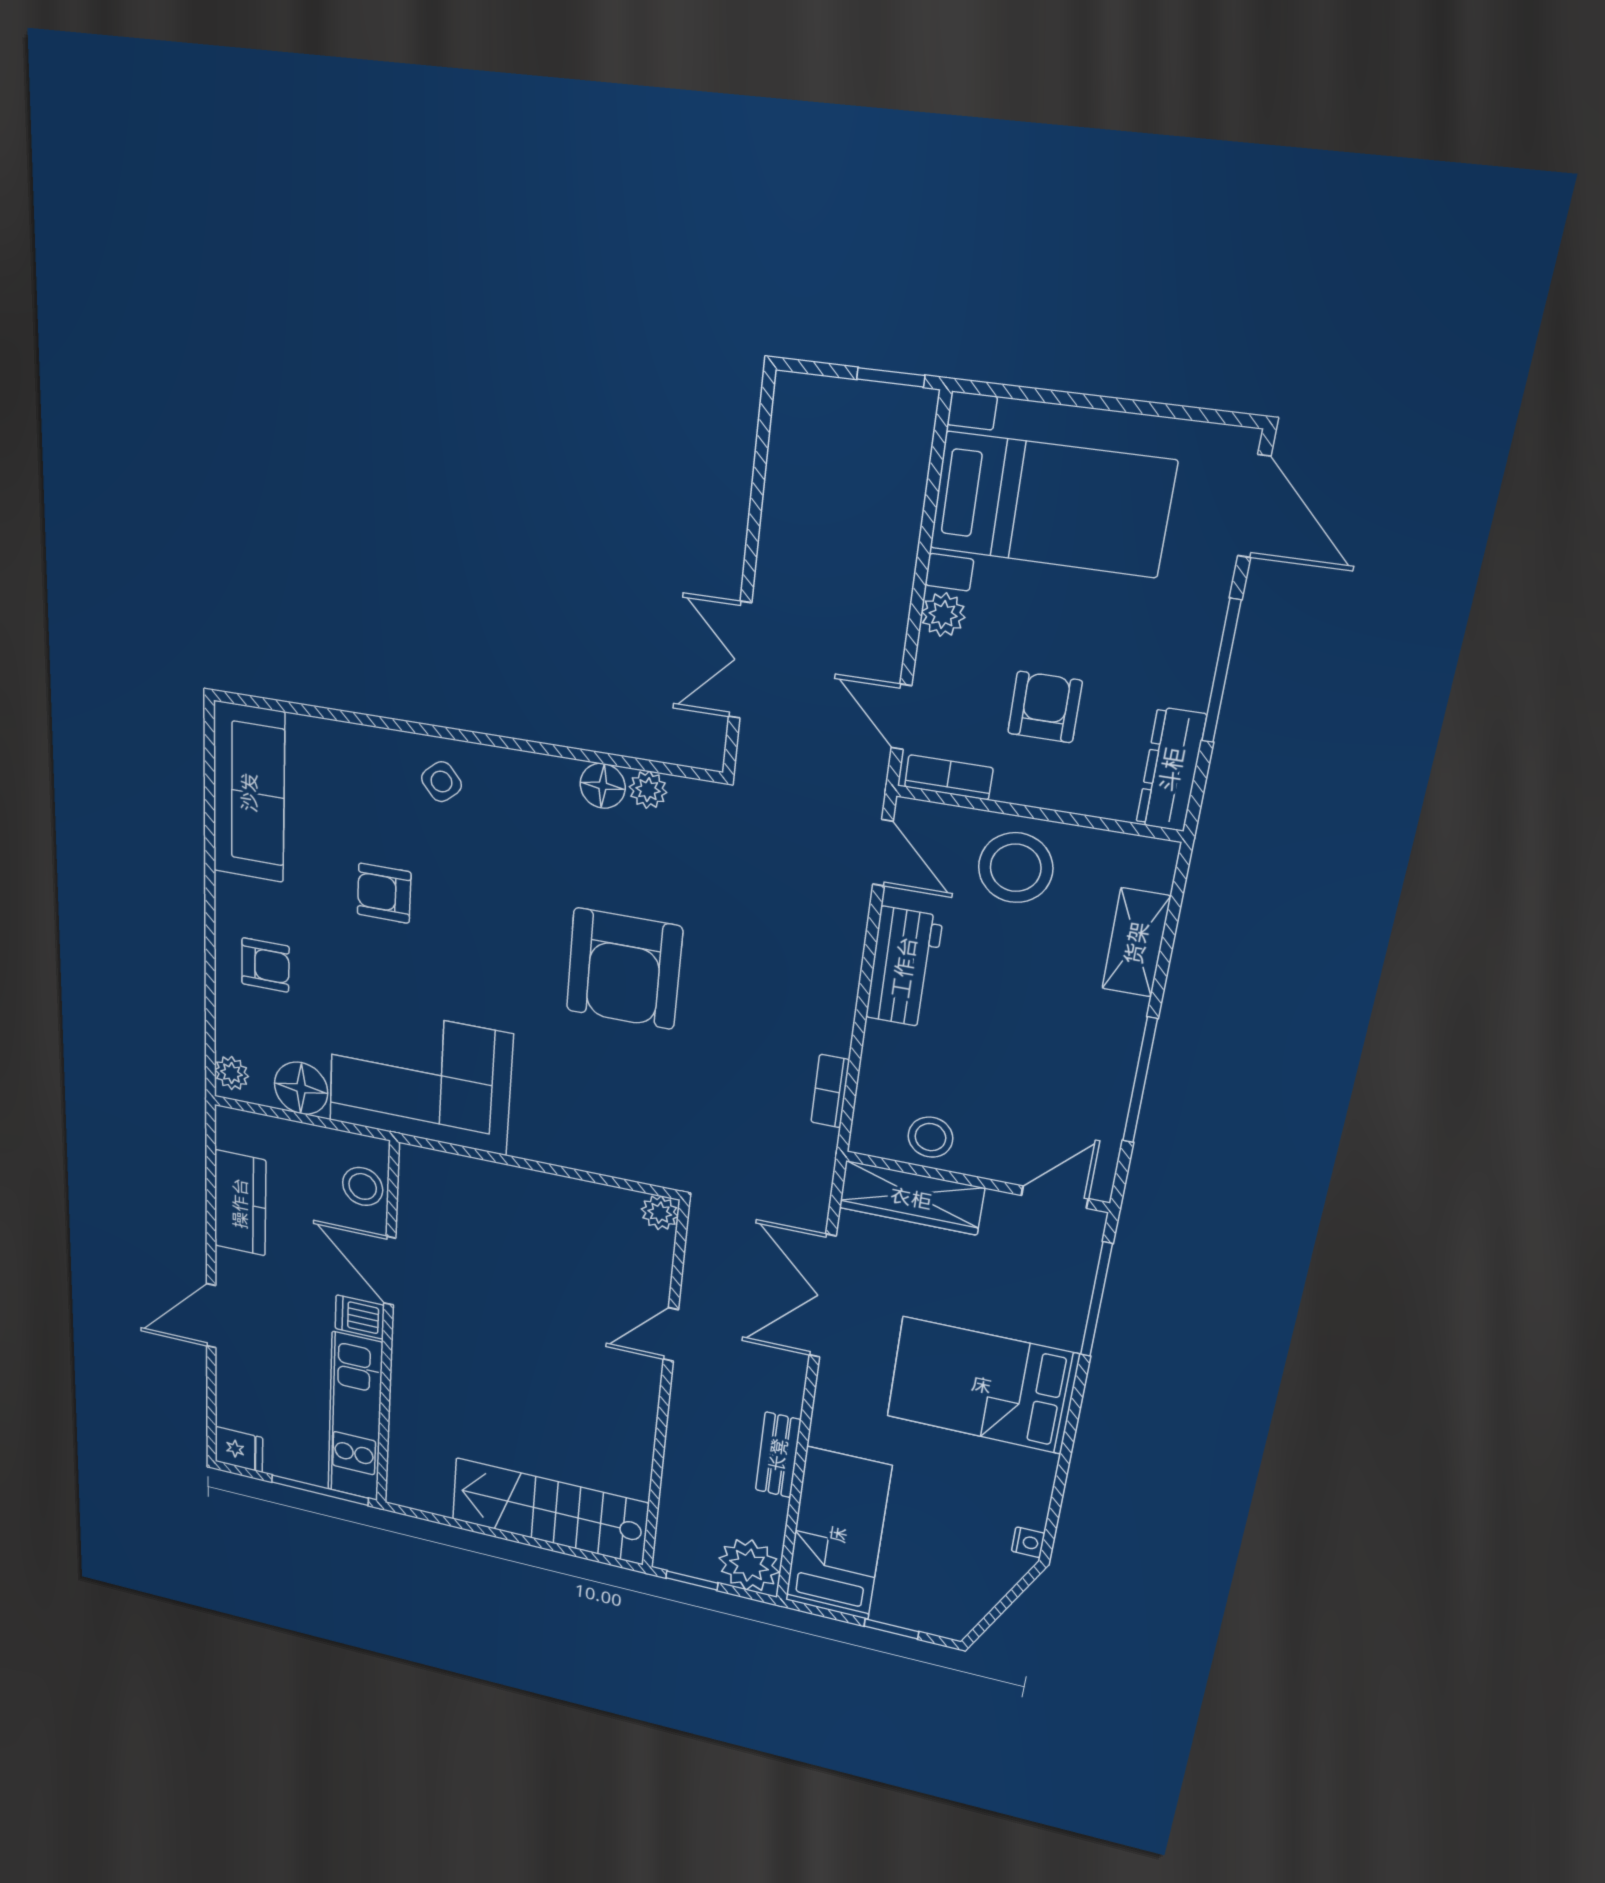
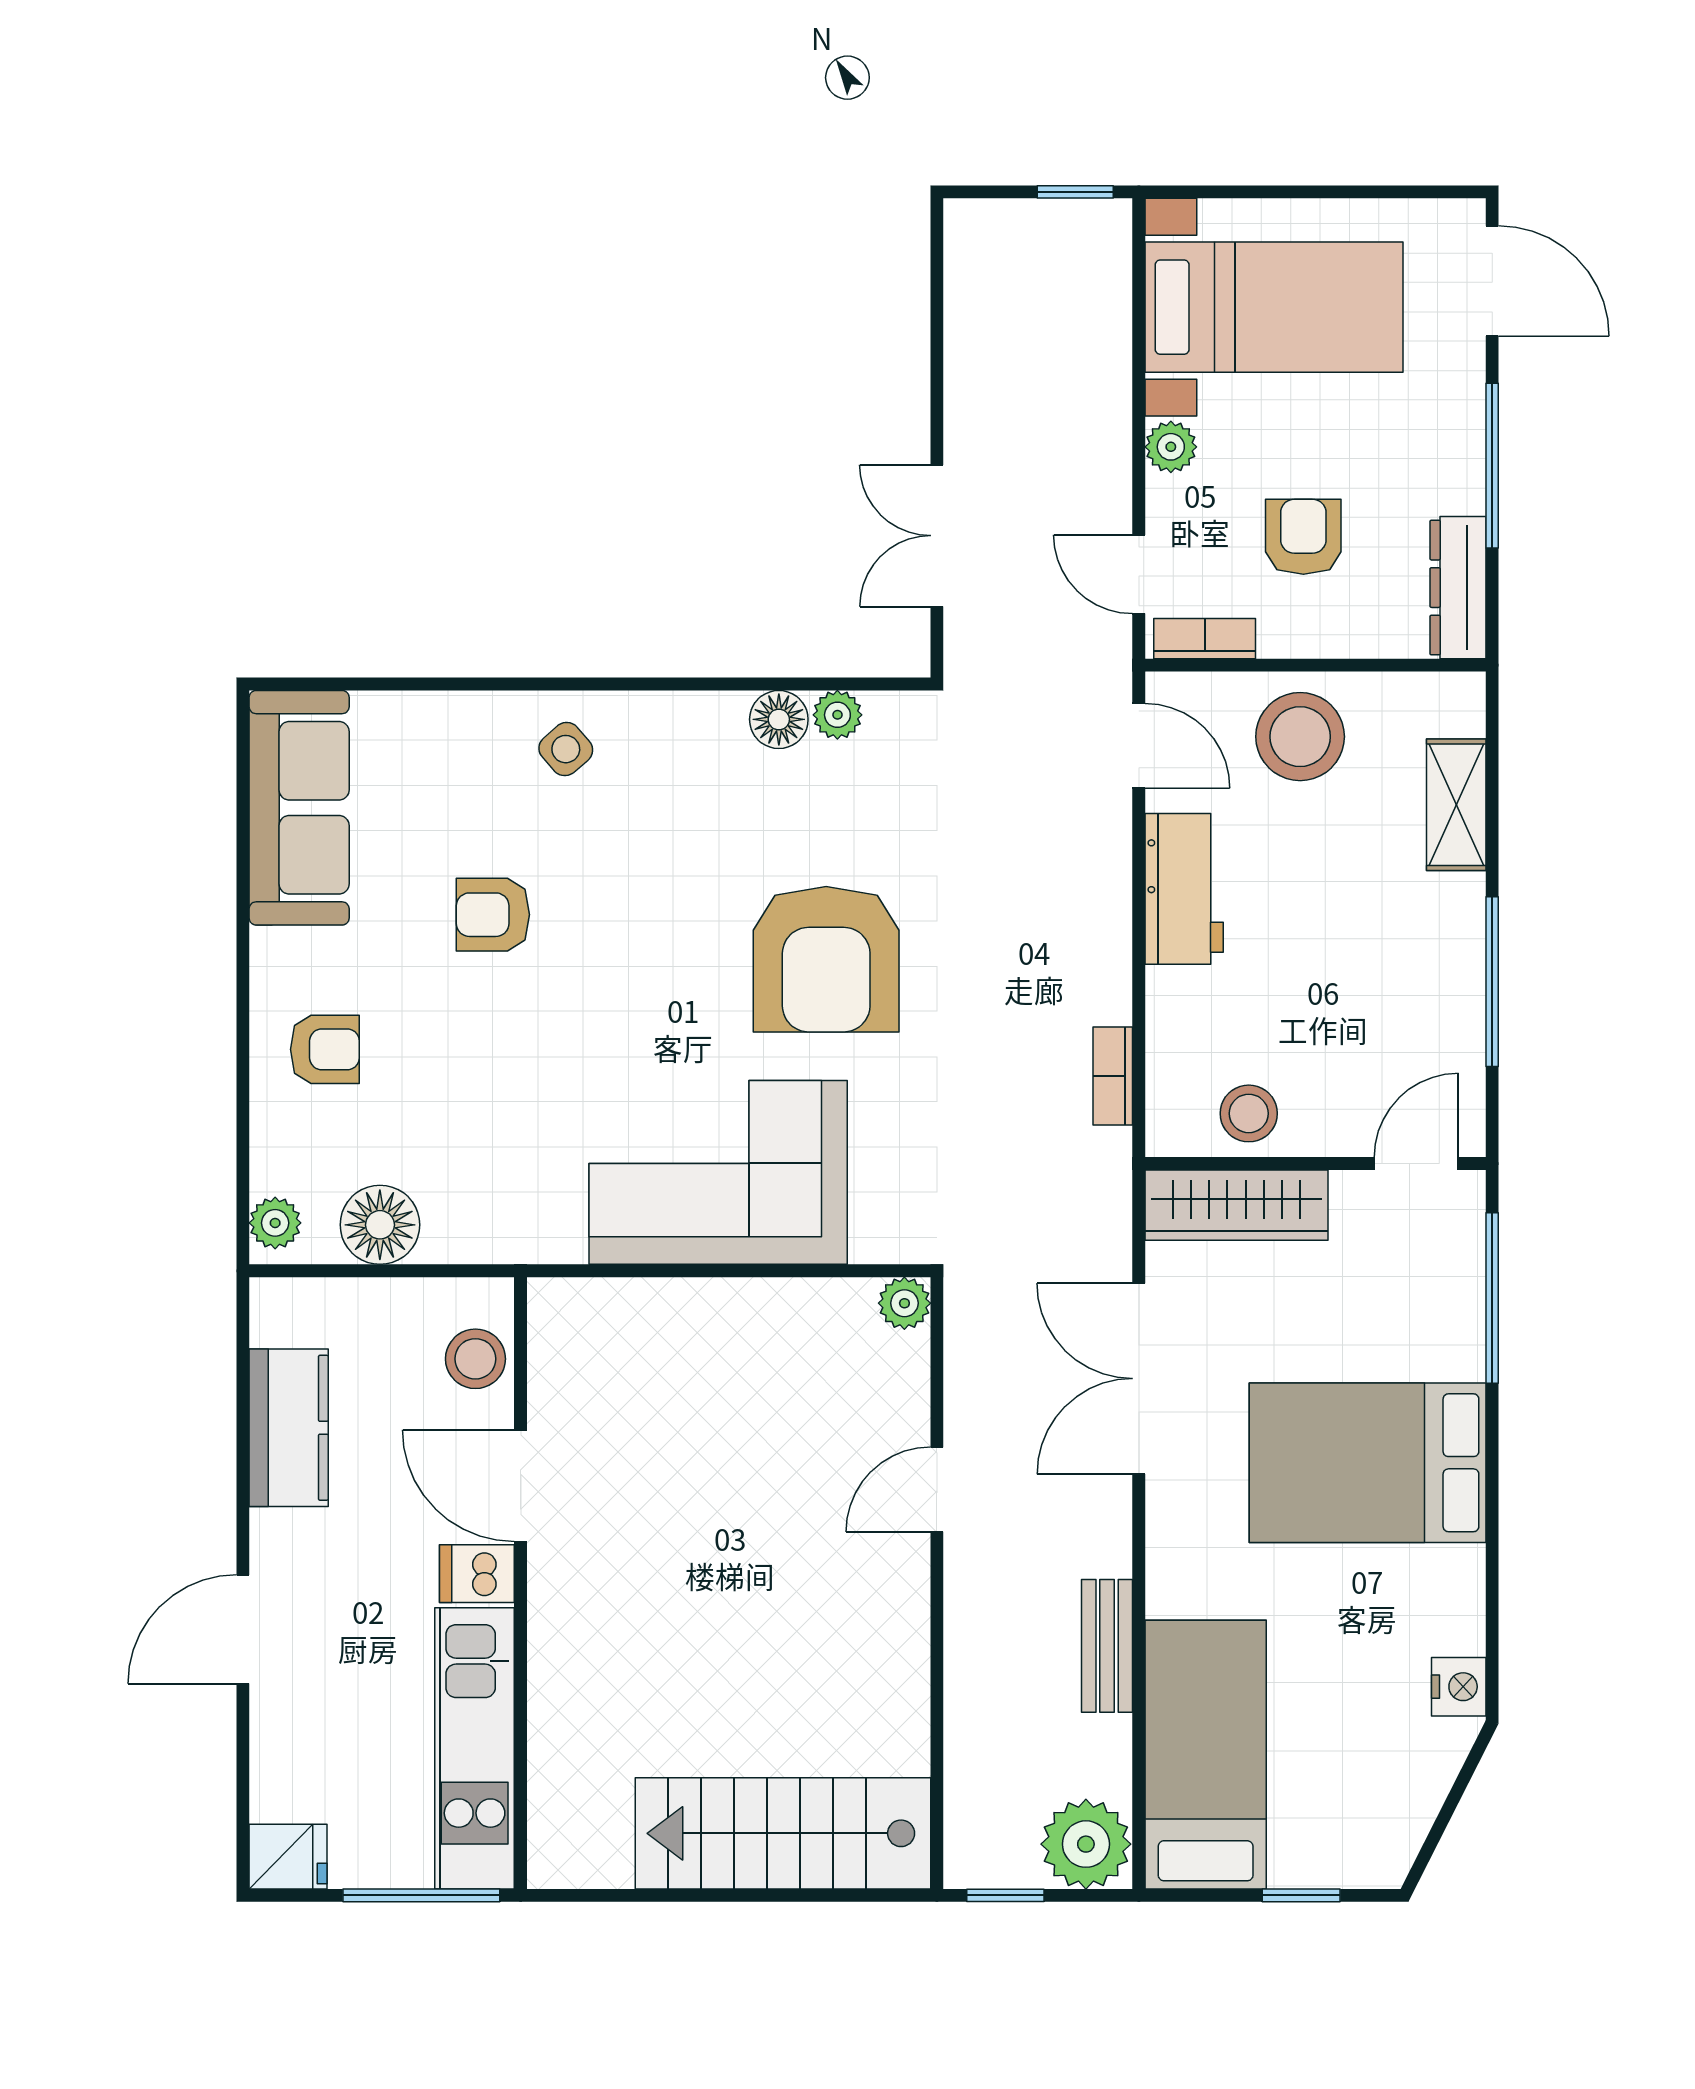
corner sofa: (420, 1078) -> (718, 1172), moved
nightstand: (1028, 1542) -> (1459, 1687), width x1.39, depth x1.35

